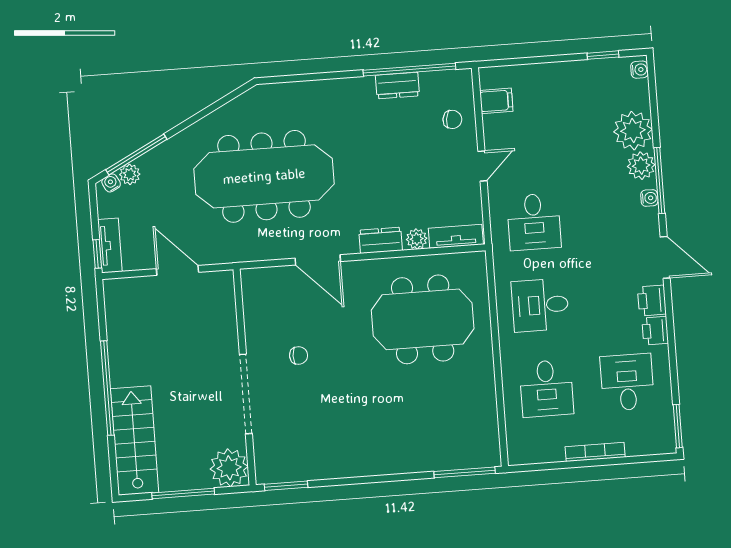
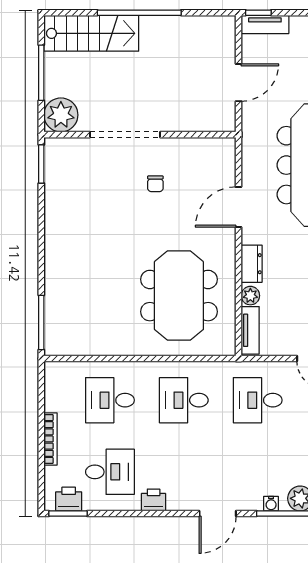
printer: (652, 301) -> (69, 499), moved
desk: (540, 305) -> (184, 400), turned -90

